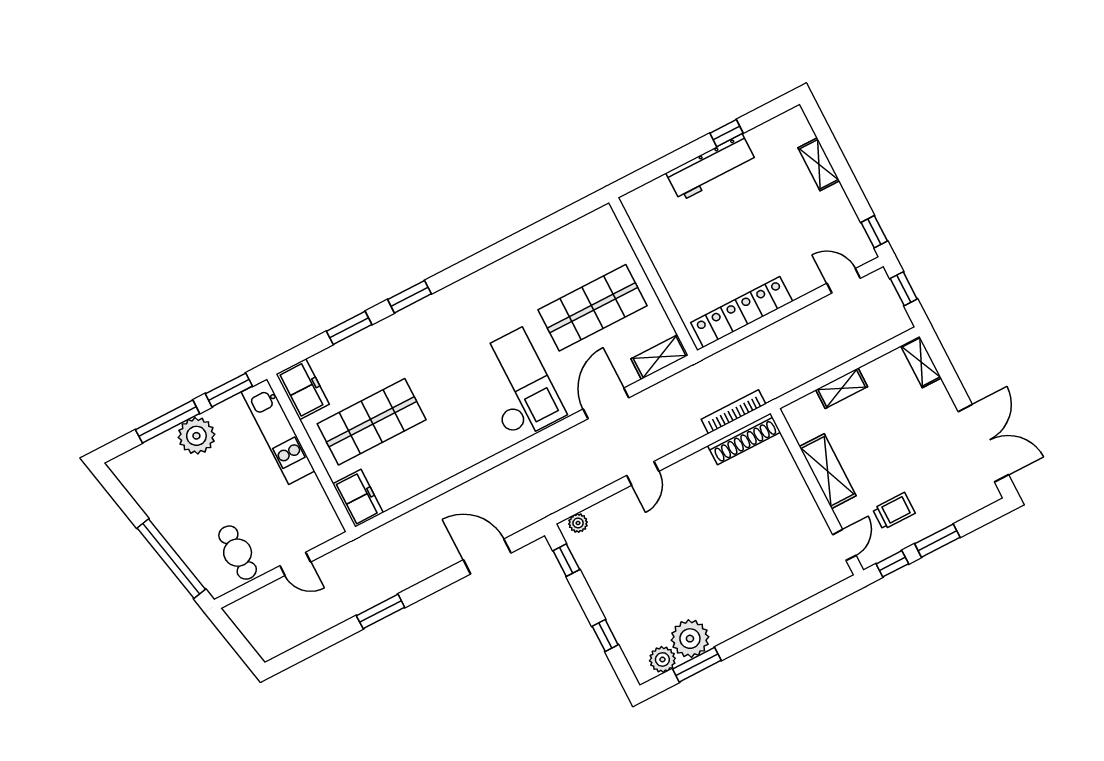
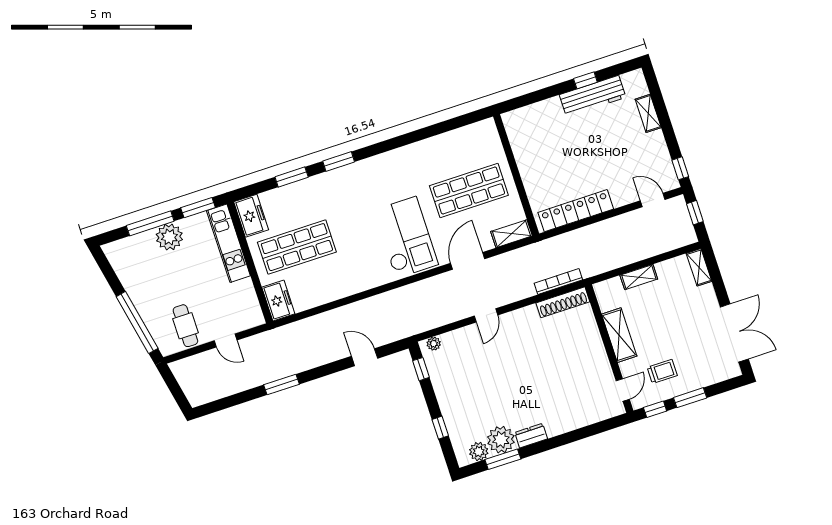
workbench: (711, 168) -> (593, 96), moved
door: (487, 556) -> (365, 357), width x0.73
dresser: (730, 626) -> (531, 436), added

